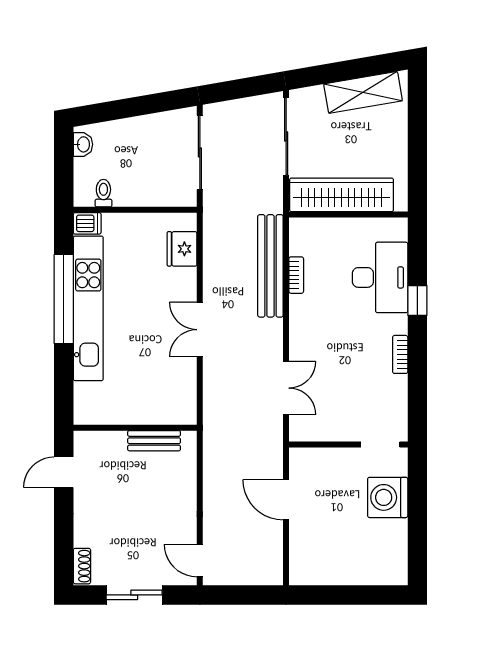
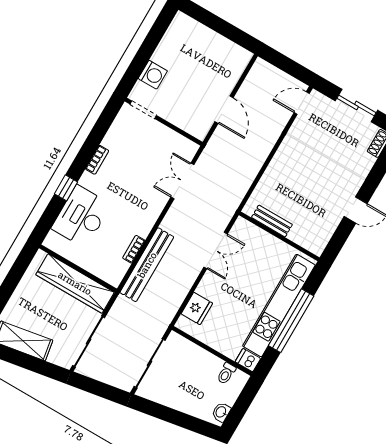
wall: (135, 428) -> (279, 236), moved
bench: (154, 441) -> (272, 221), moved
washing machine: (388, 497) -> (153, 75), width x0.73, depth x0.73
door: (200, 560) -> (302, 103), swing flipped

